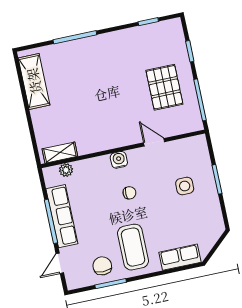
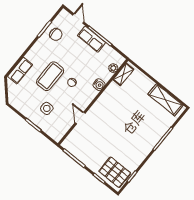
pallet: (164, 87) -> (115, 172), moved
door: (154, 142) -> (80, 118), swing flipped
water cooler: (119, 160) -> (99, 85), moved
row of seats: (62, 216) -> (92, 39), width x0.68
coffee table: (133, 247) -> (50, 76), moved, turned 90

